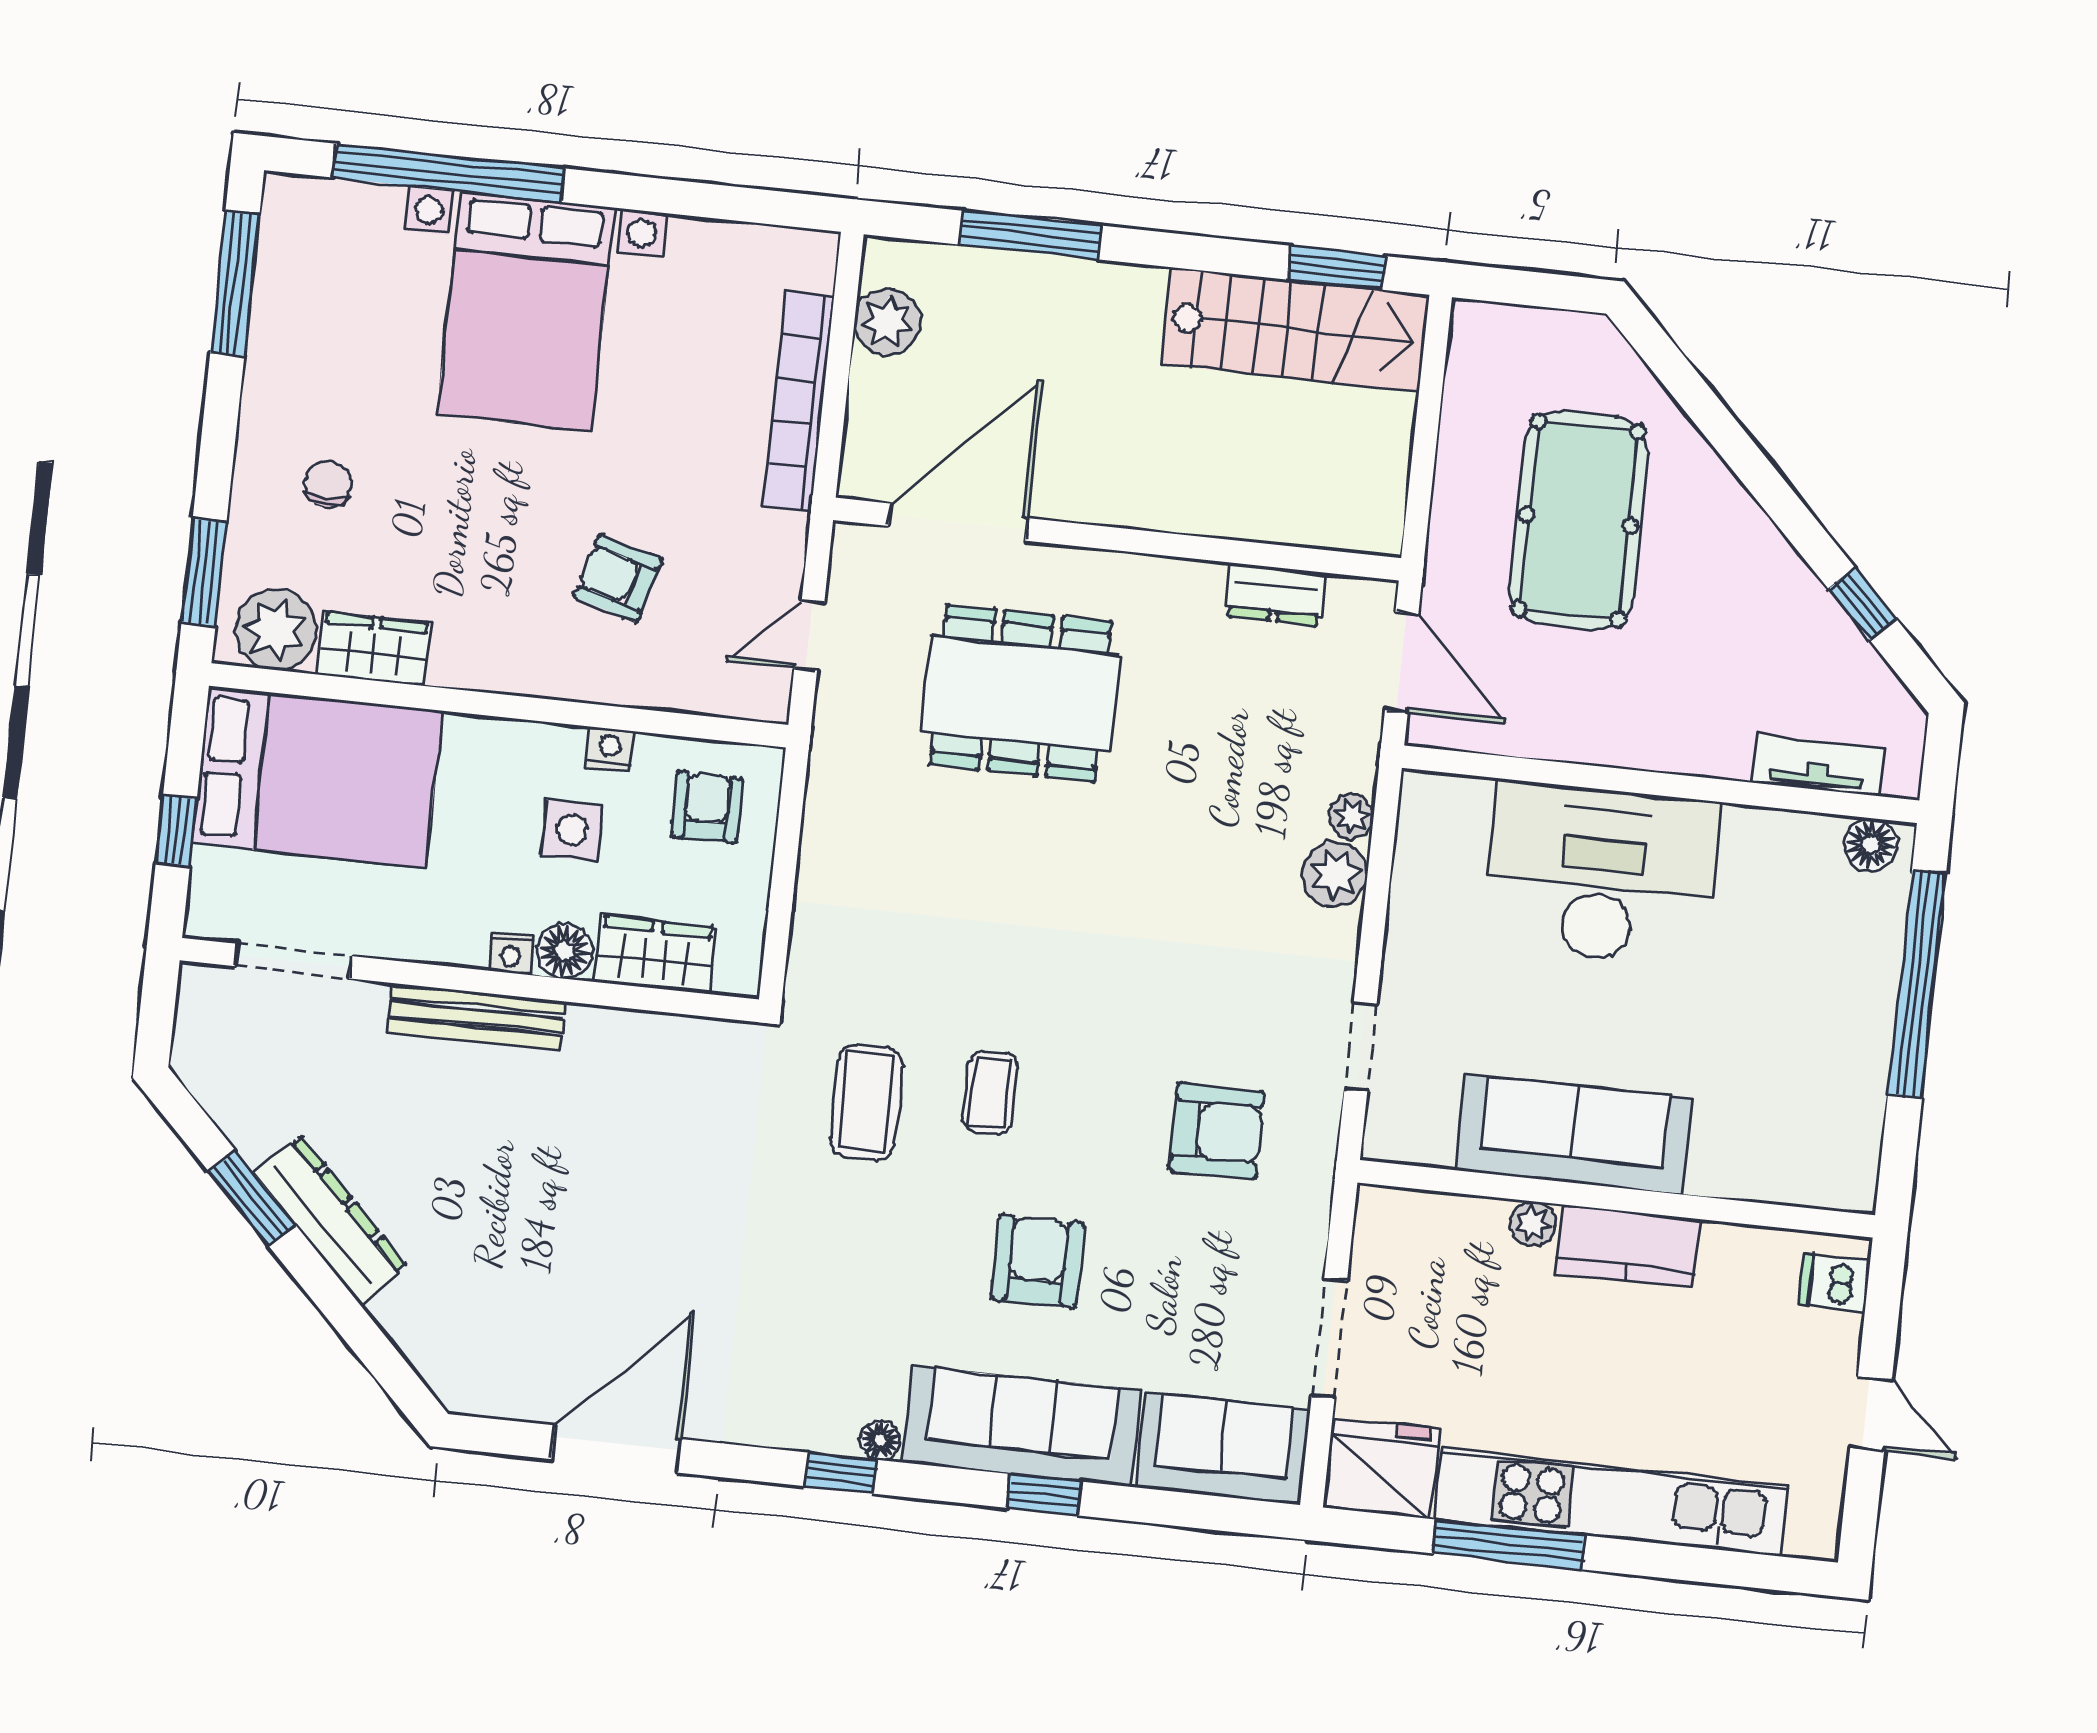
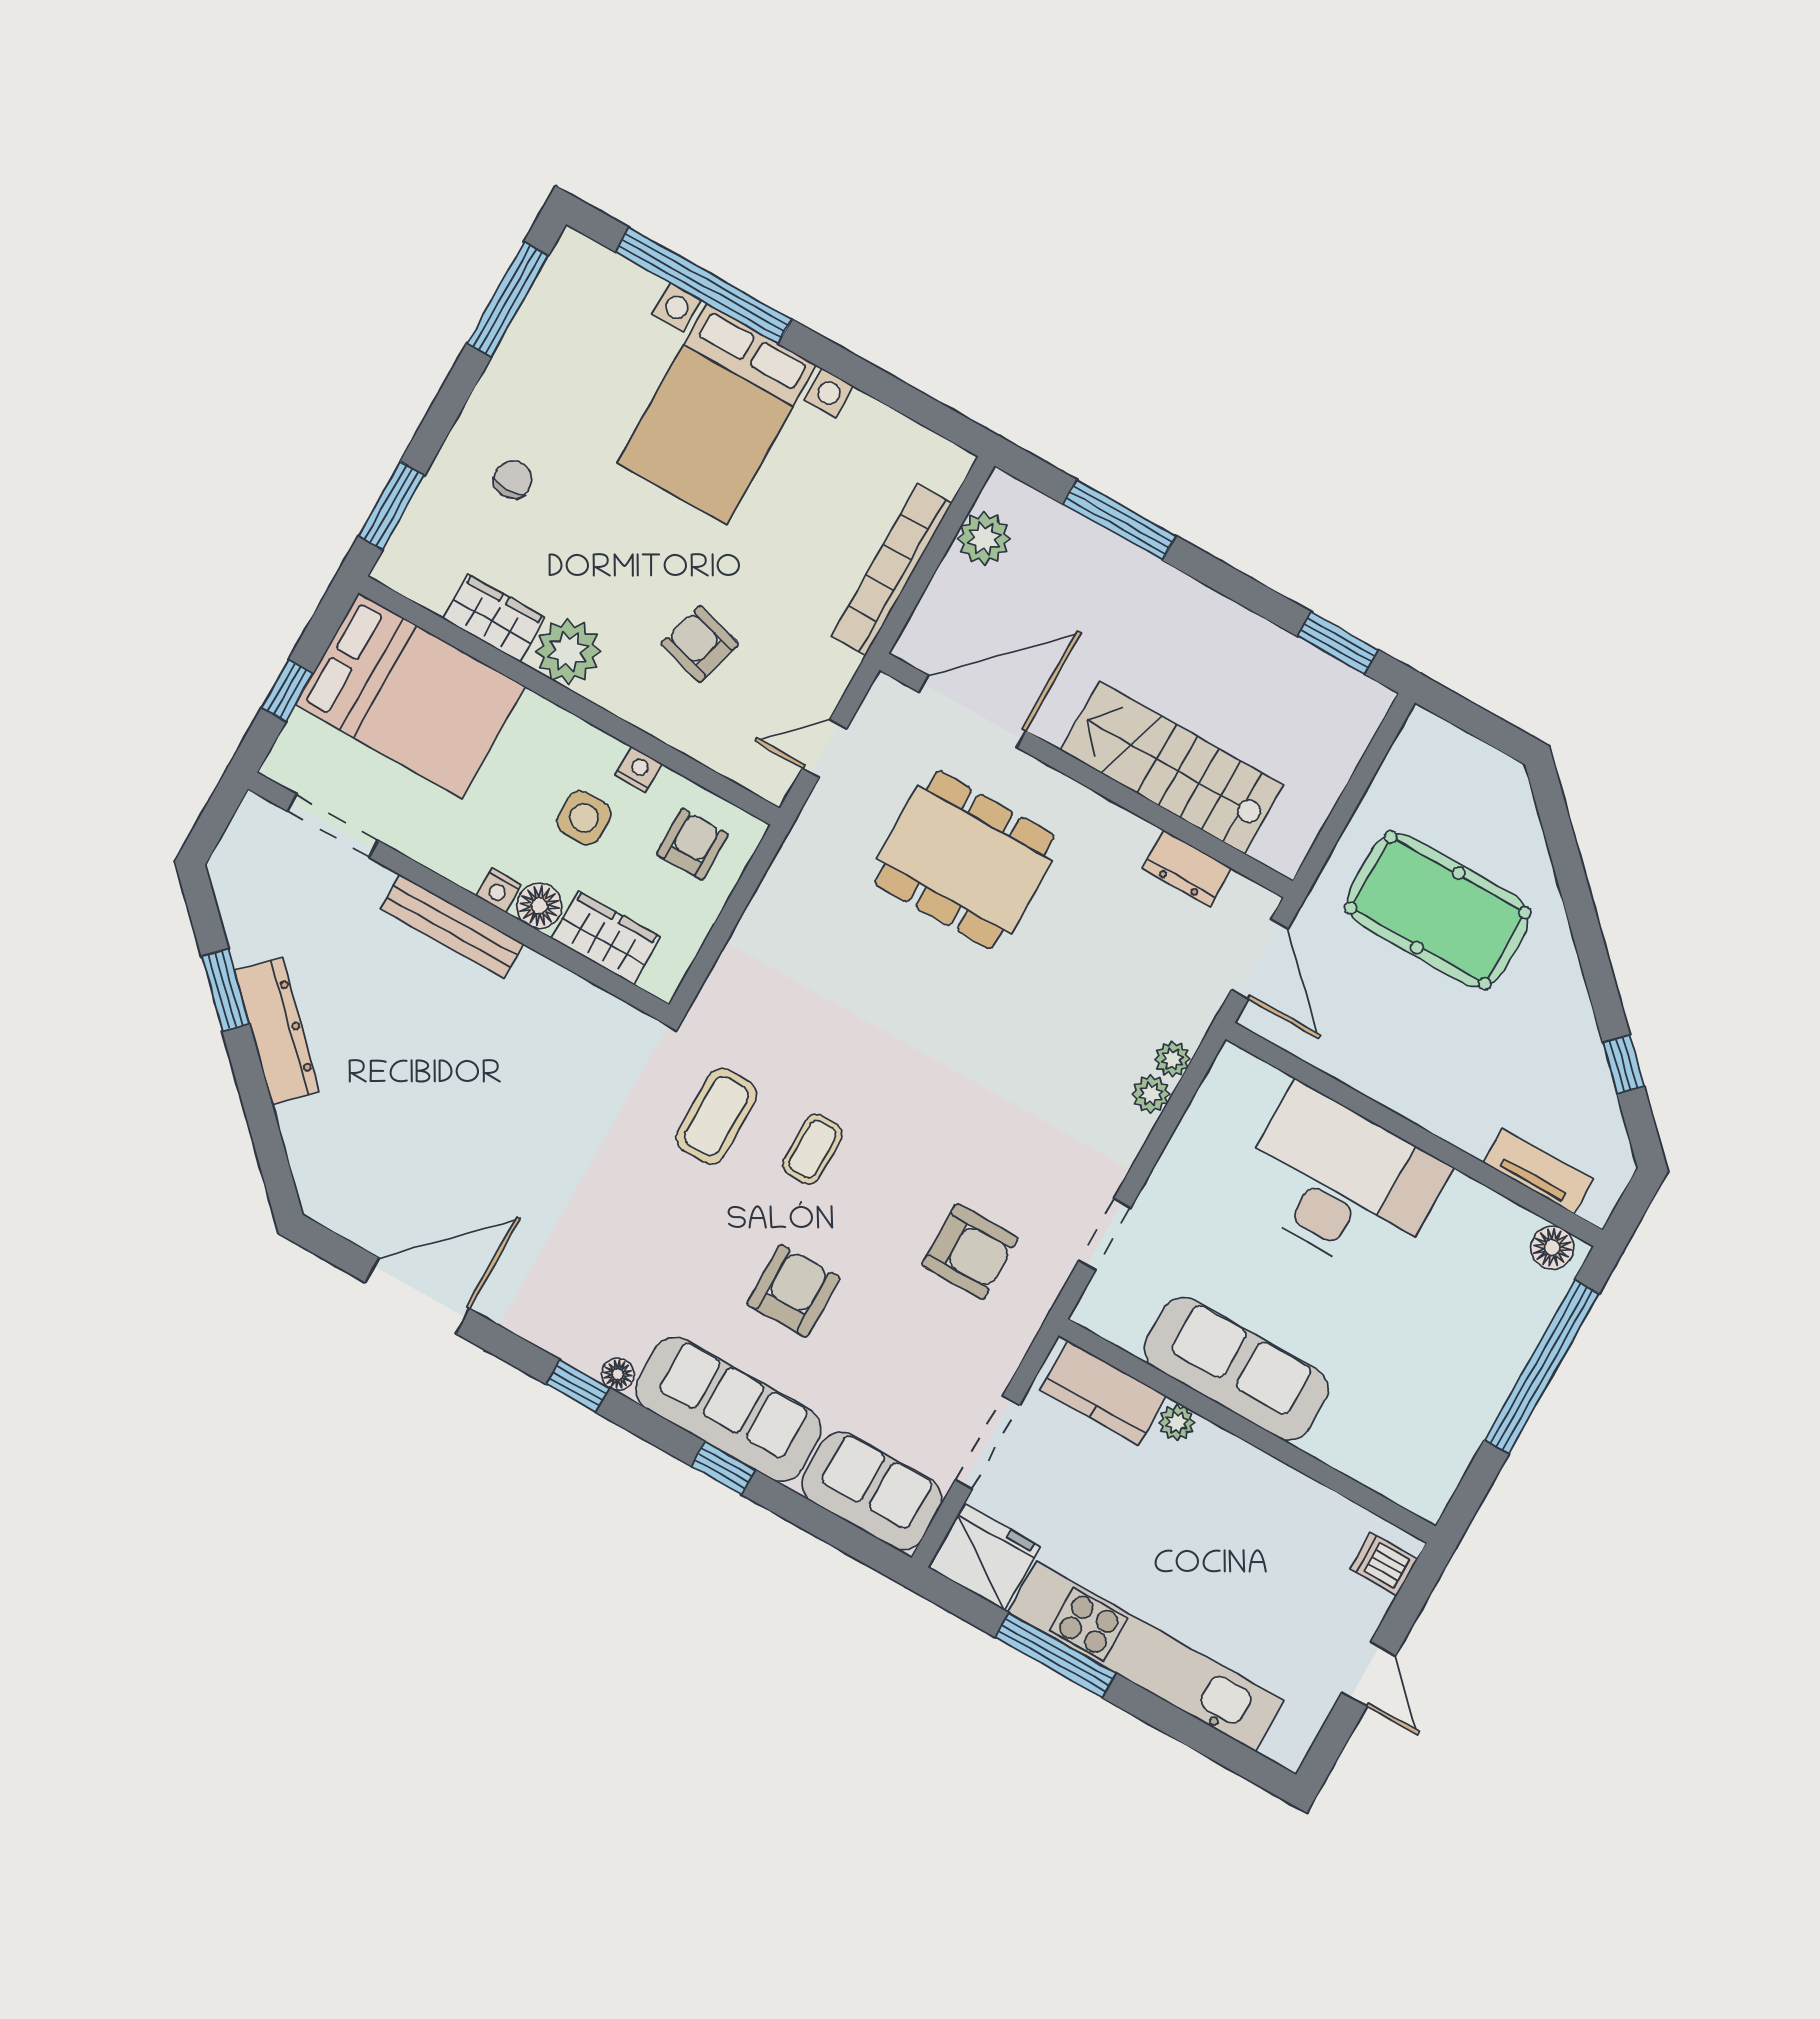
stairs: (1296, 330) -> (1172, 768), moved, turned 180
pool table: (1578, 520) -> (1438, 910), turned 90
plant: (276, 630) -> (568, 651), moved
plant: (1335, 874) -> (1151, 1094), width x0.73, depth x0.73
kitchen counter: (1627, 1246) -> (1103, 1393), moved

